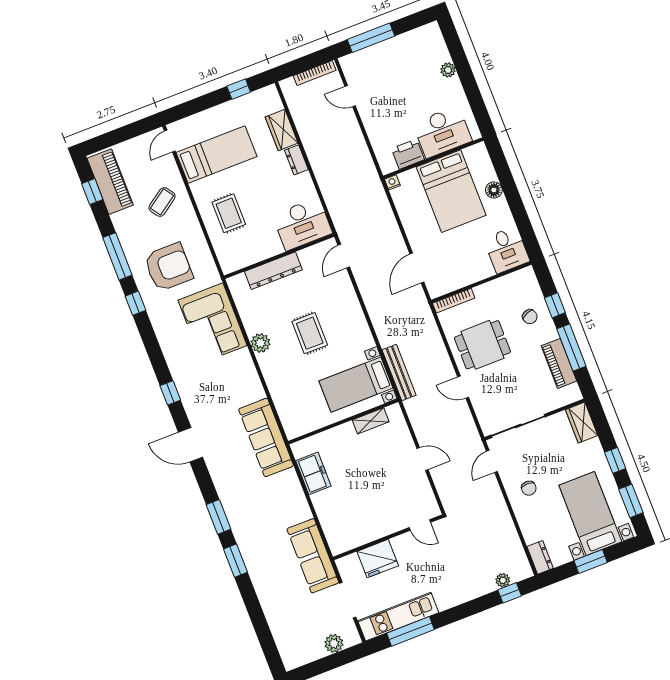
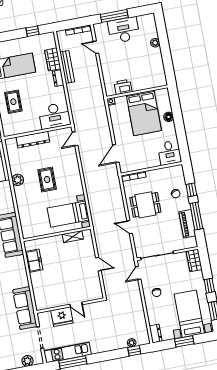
desk: (442, 132) -> (124, 30), moved, turned 180
bench: (399, 373) -> (67, 67), moved
door: (420, 525) -> (76, 304), moved

